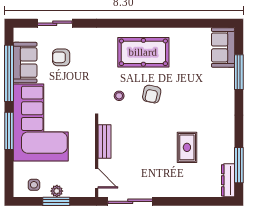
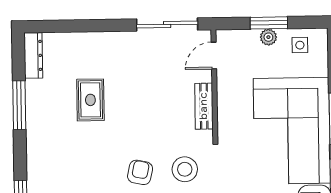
stool: (119, 96) -> (185, 169), width x1.89, depth x1.89
window: (239, 165) -> (19, 105), moved
door: (97, 178) -> (214, 56), hinge flipped

